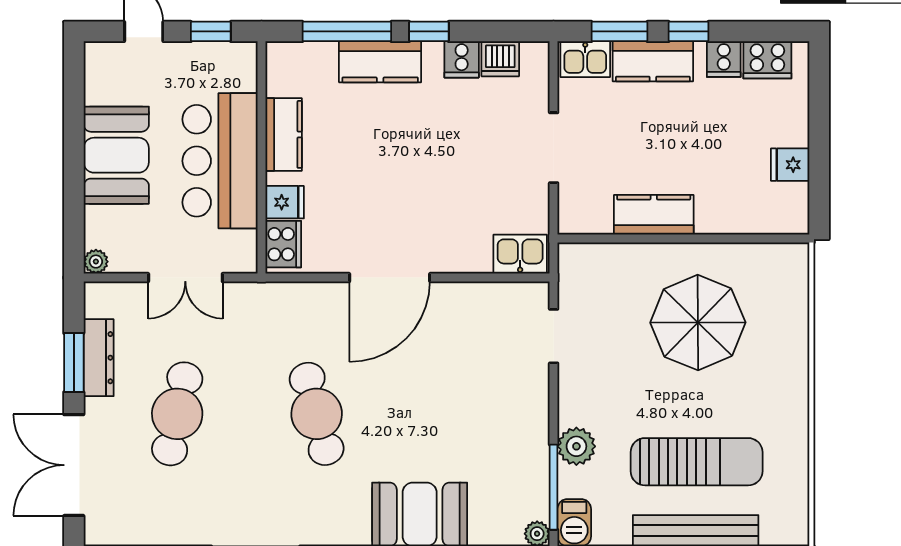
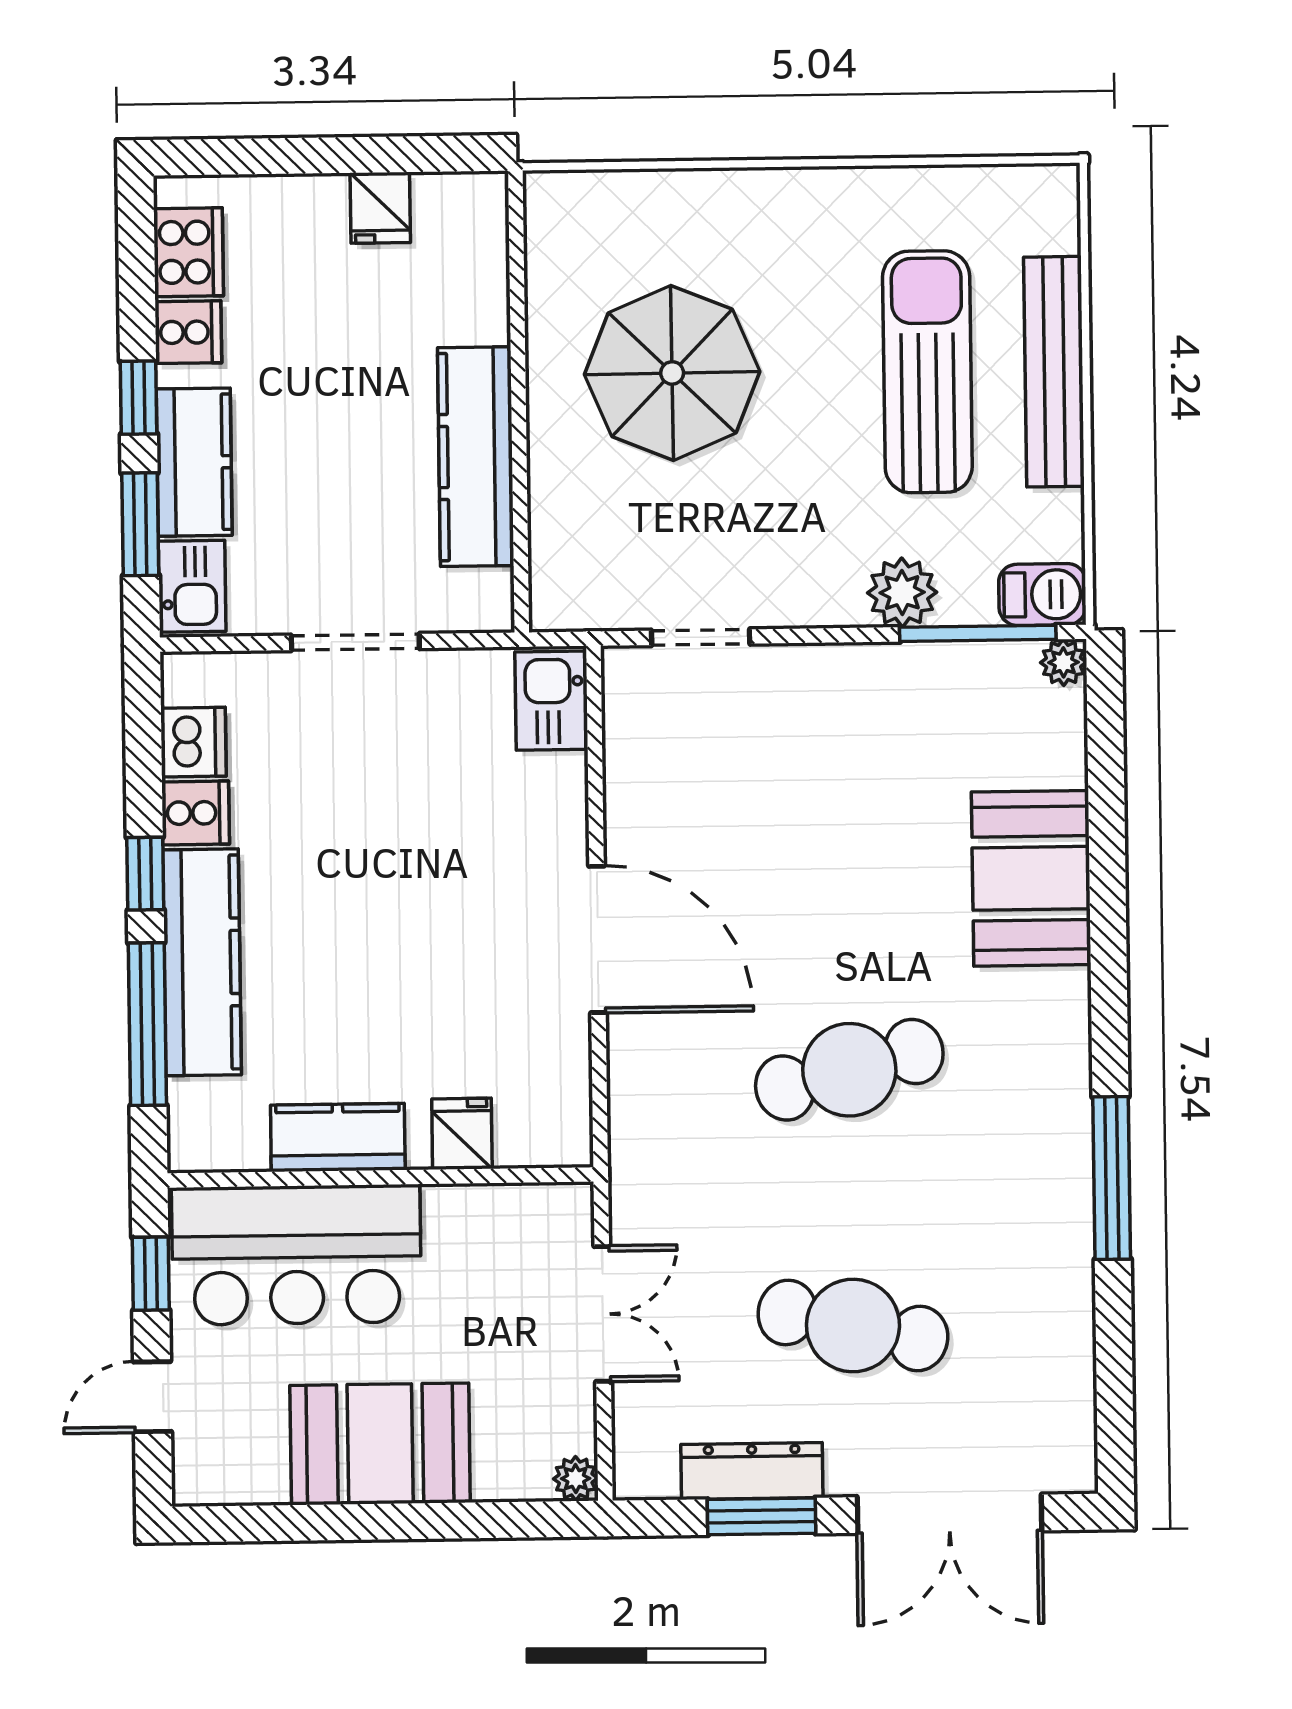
kitchen counter: (380, 62) -> (202, 962), width x1.50
bar counter: (220, 161) -> (297, 1255), moved
kitchen counter: (654, 215) -> (476, 457), width x1.50
cooker: (283, 244) -> (539, 1135), removed

